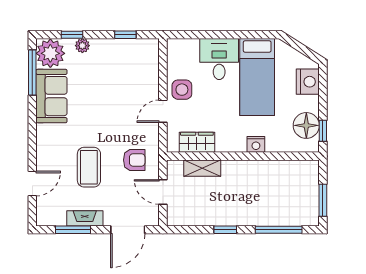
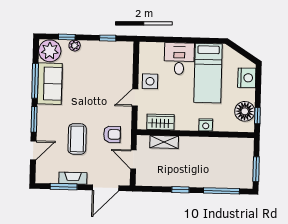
window: (32, 73) -> (35, 81), moved
window: (32, 143) -> (34, 119), added

